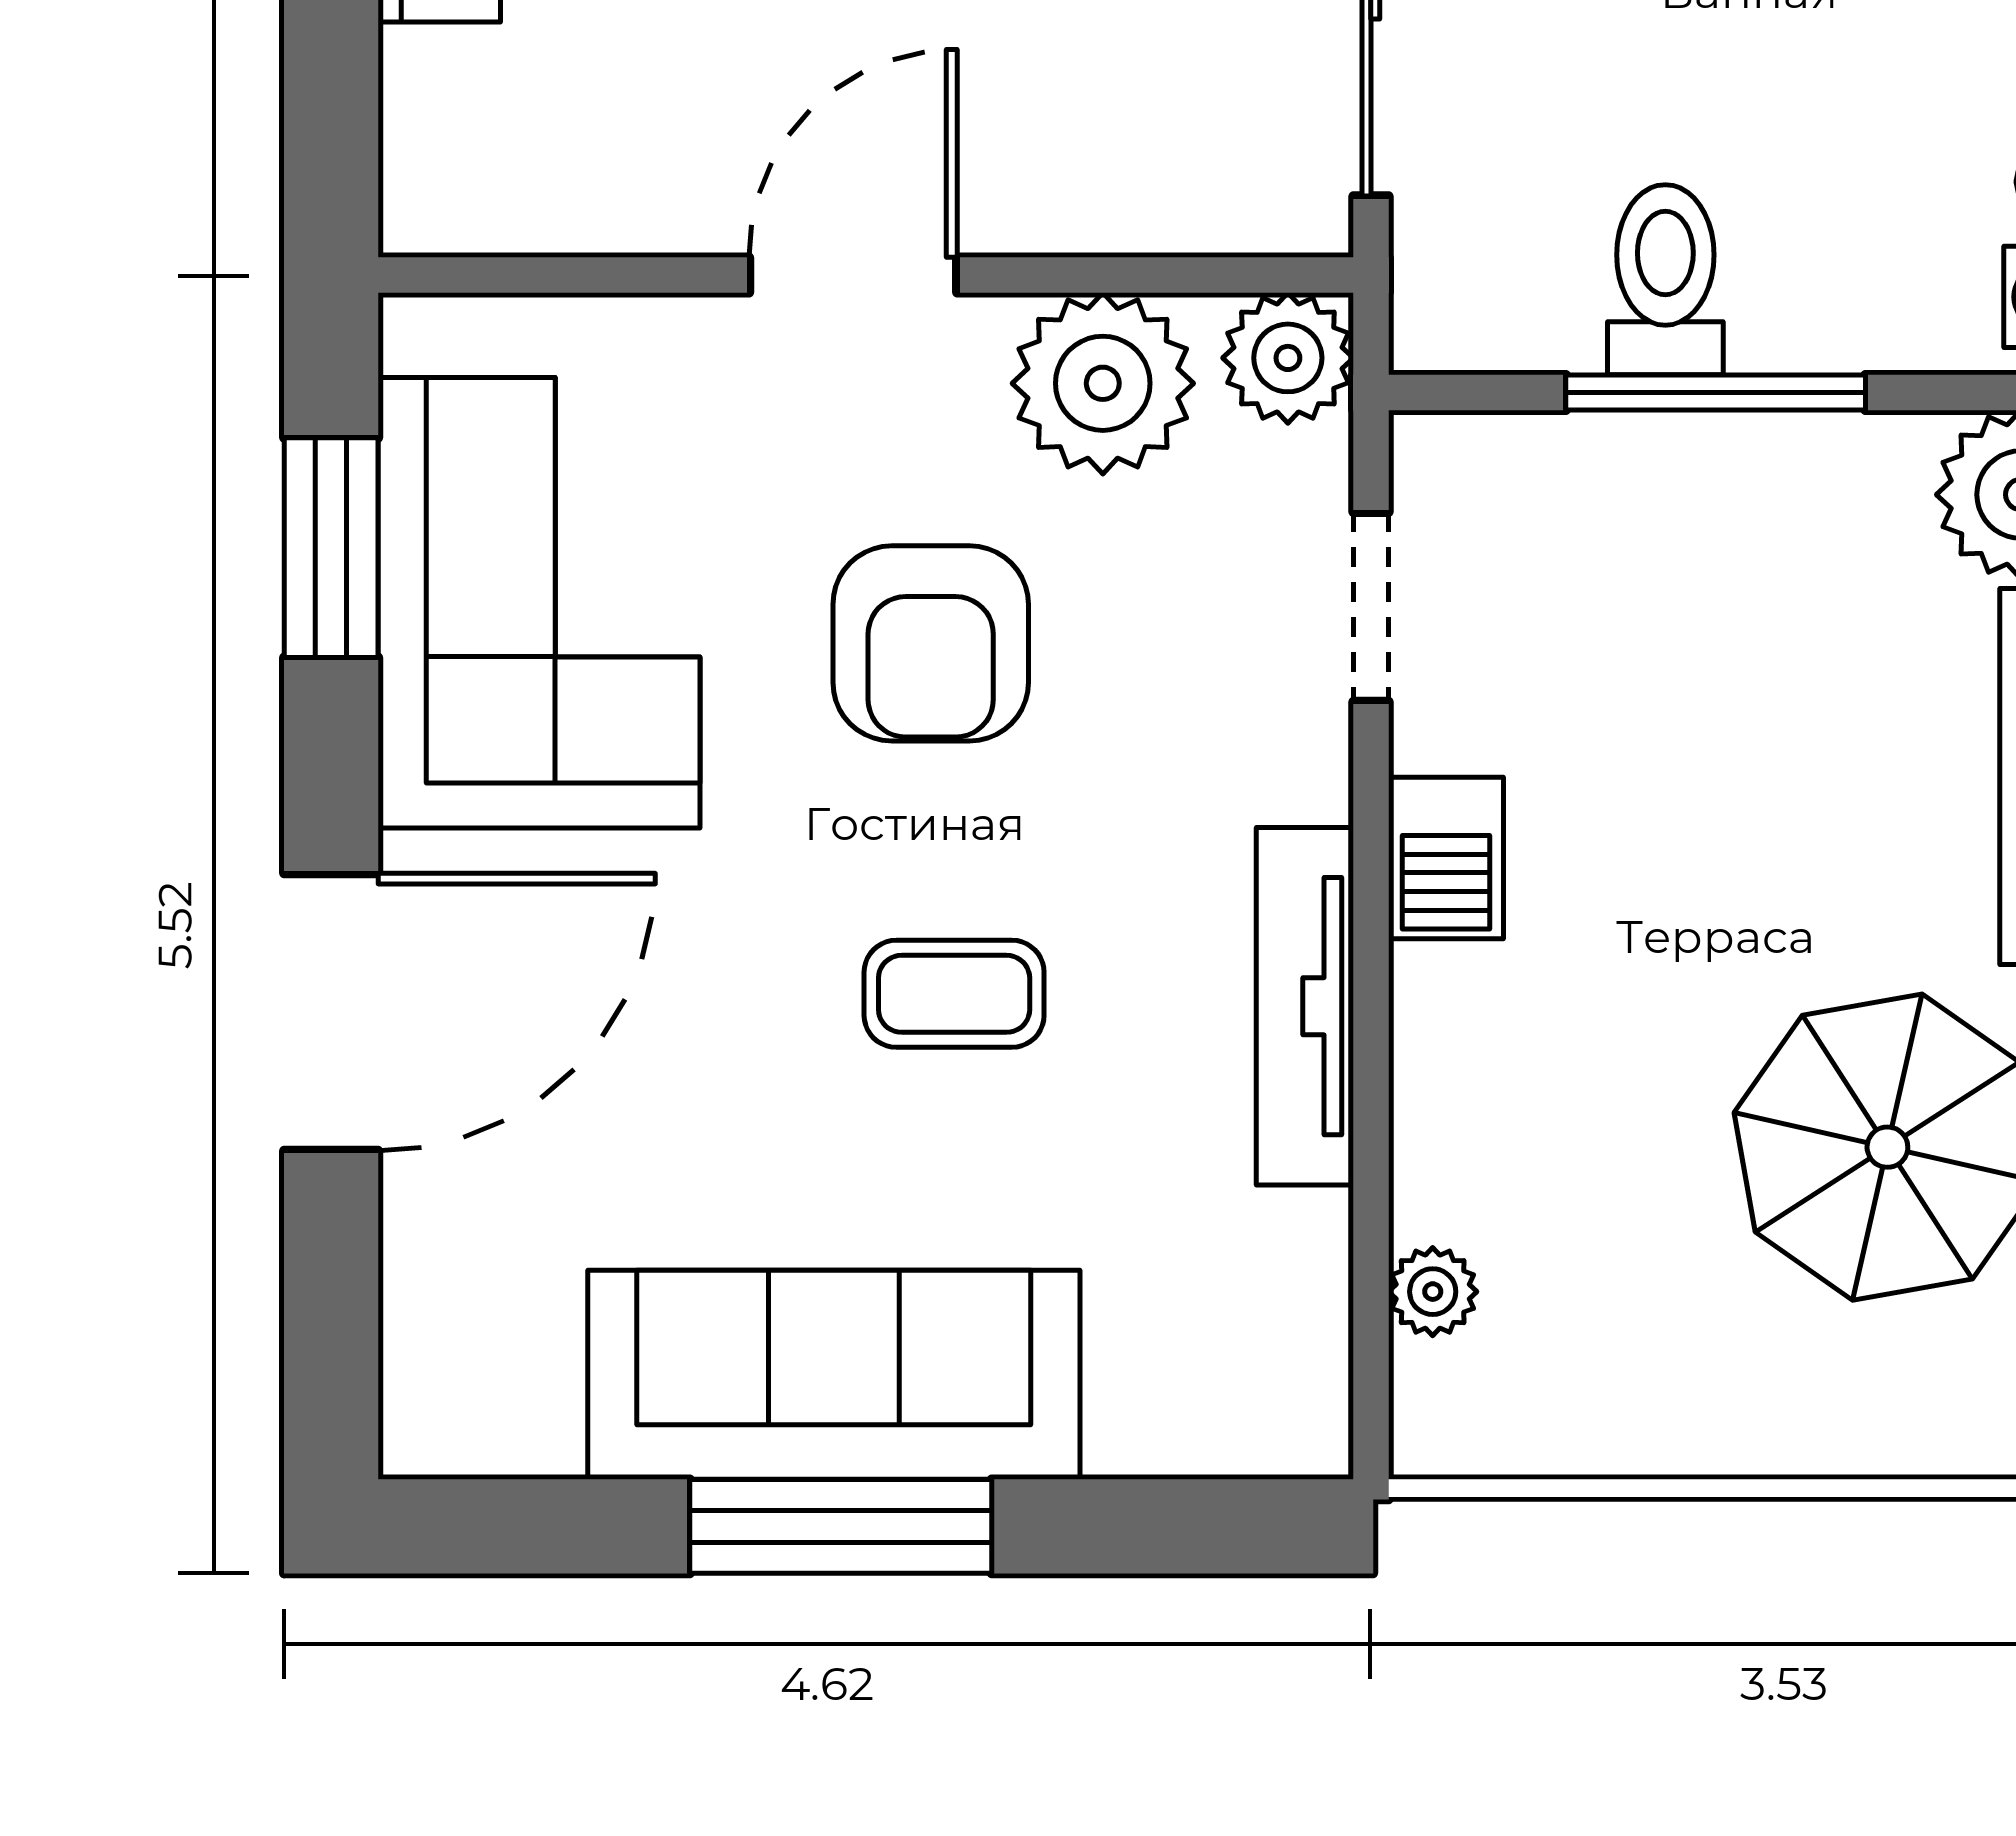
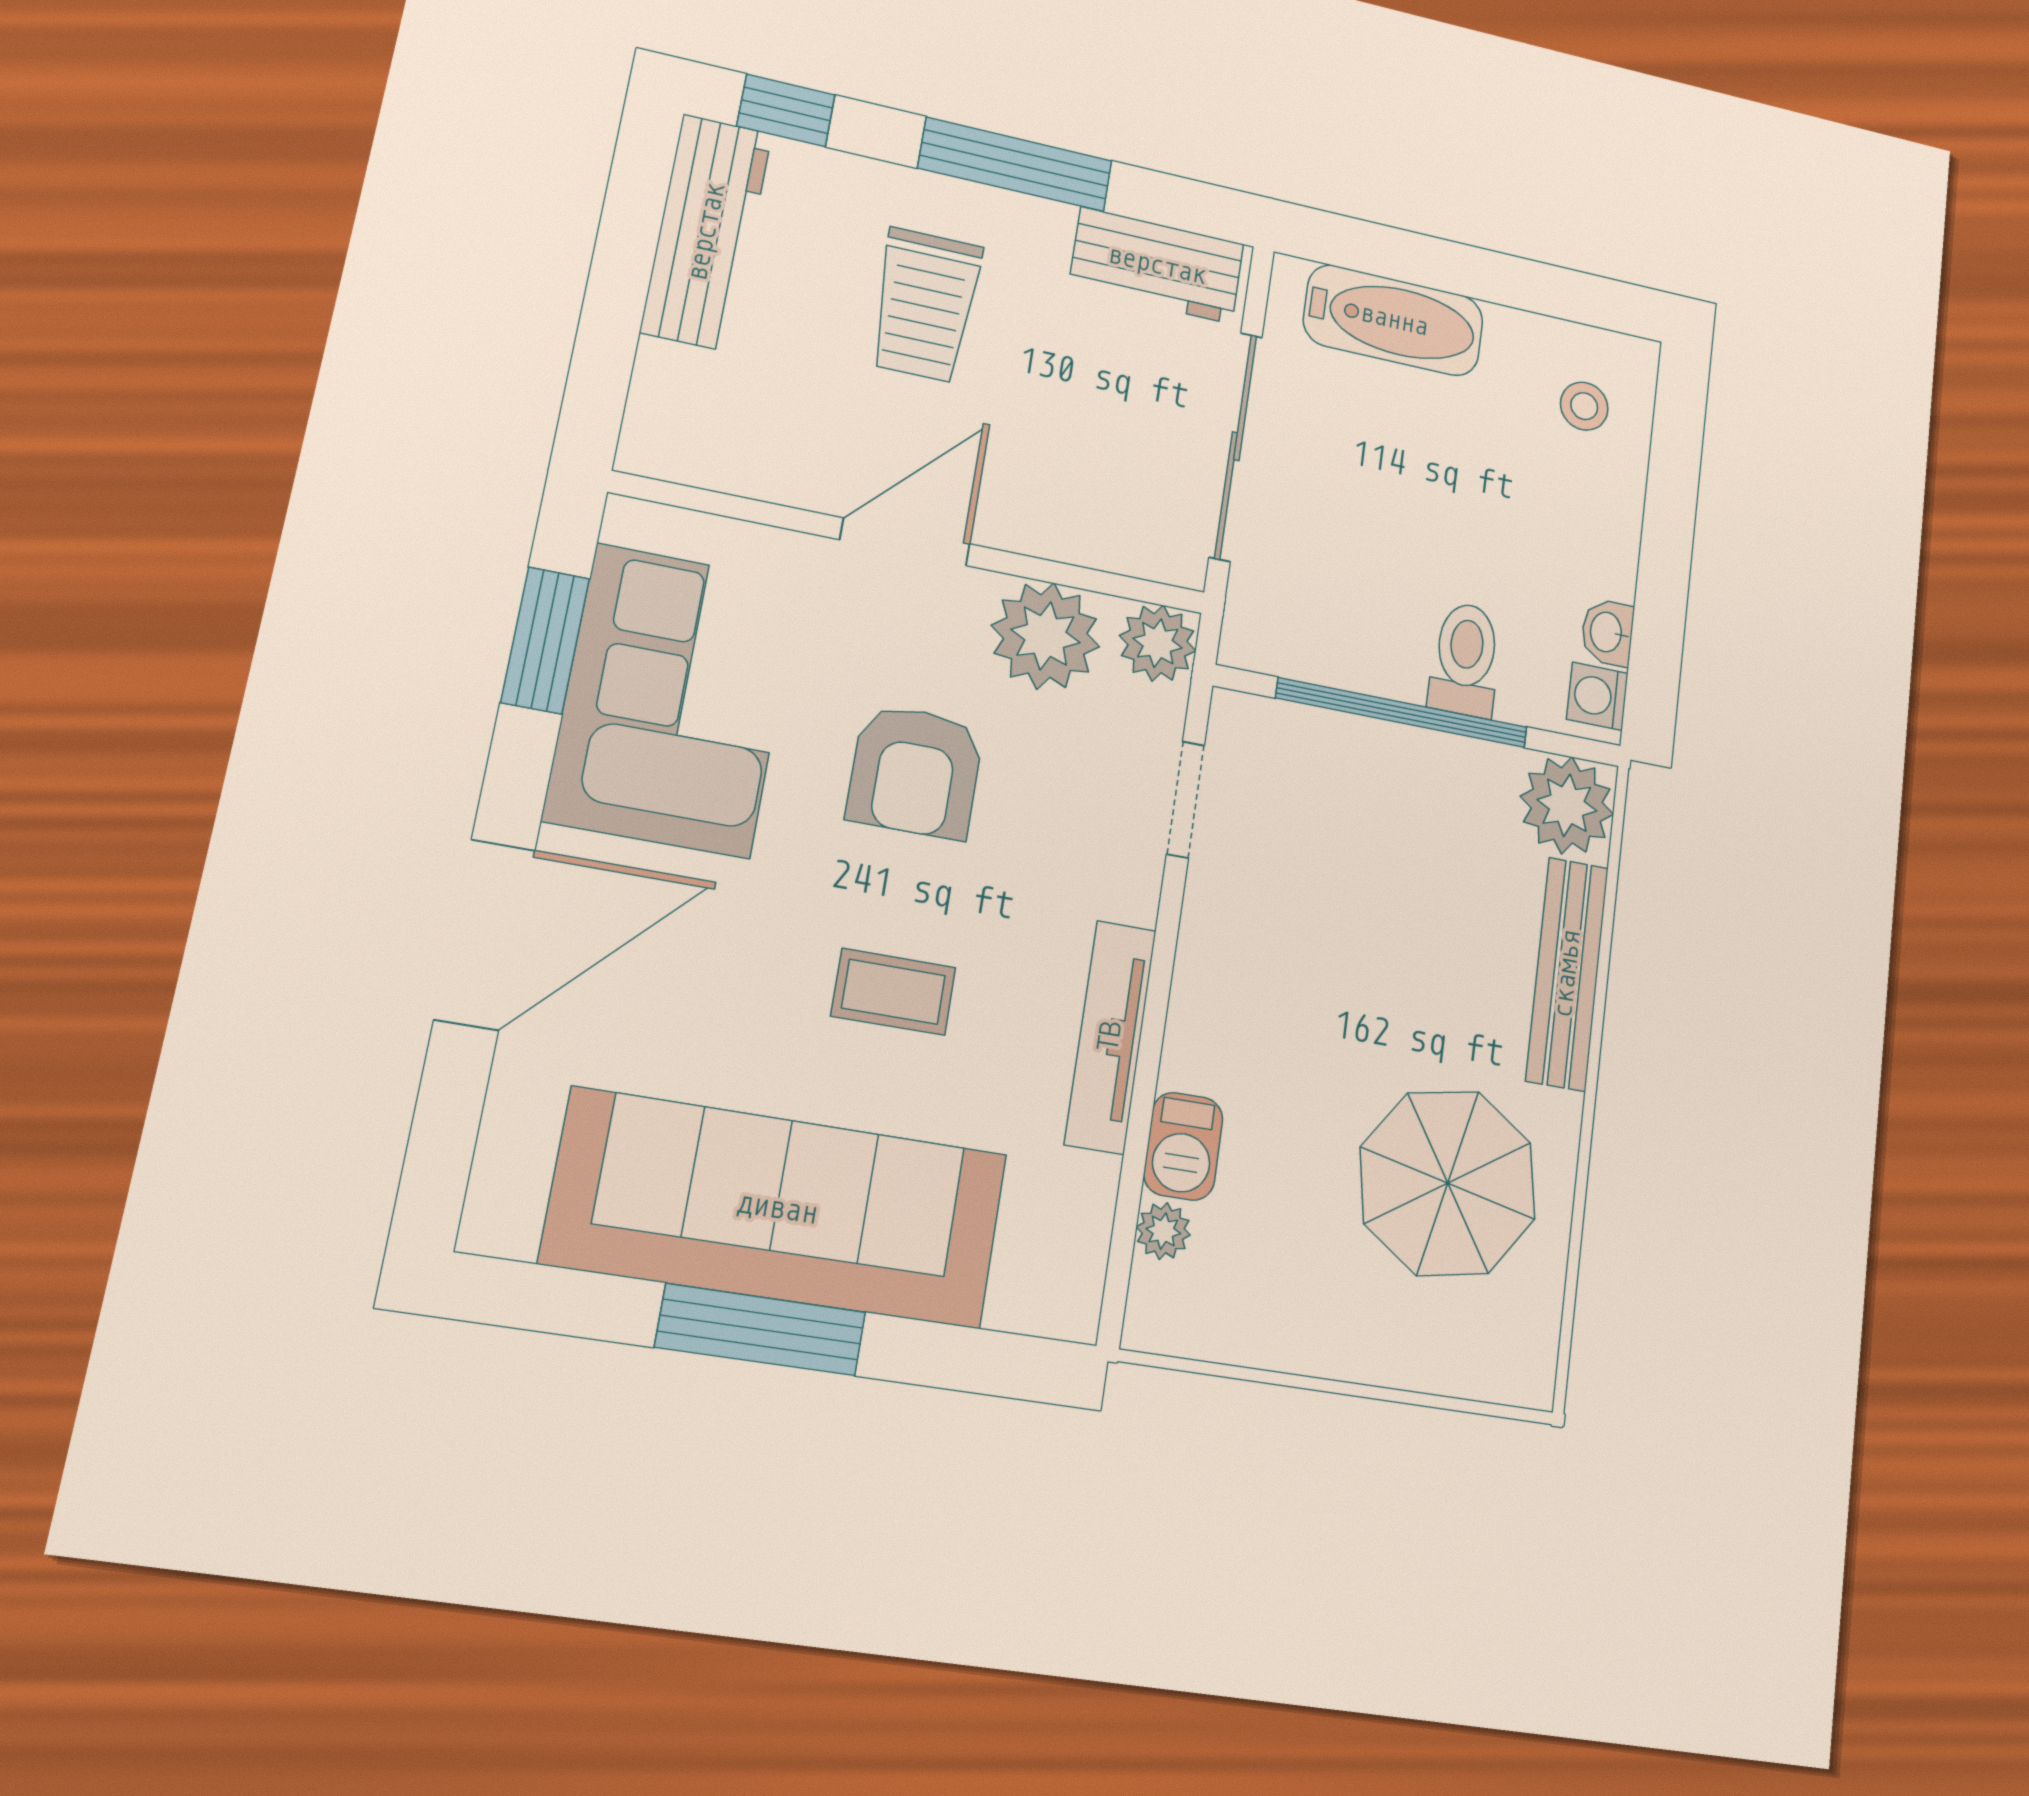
toilet: (1665, 280) -> (1465, 659), moved
window: (1716, 392) -> (1402, 713), width x1.46
barbecue: (1446, 858) -> (1183, 1146), moved
sofa: (834, 1375) -> (777, 1208), width x1.36, depth x1.27

